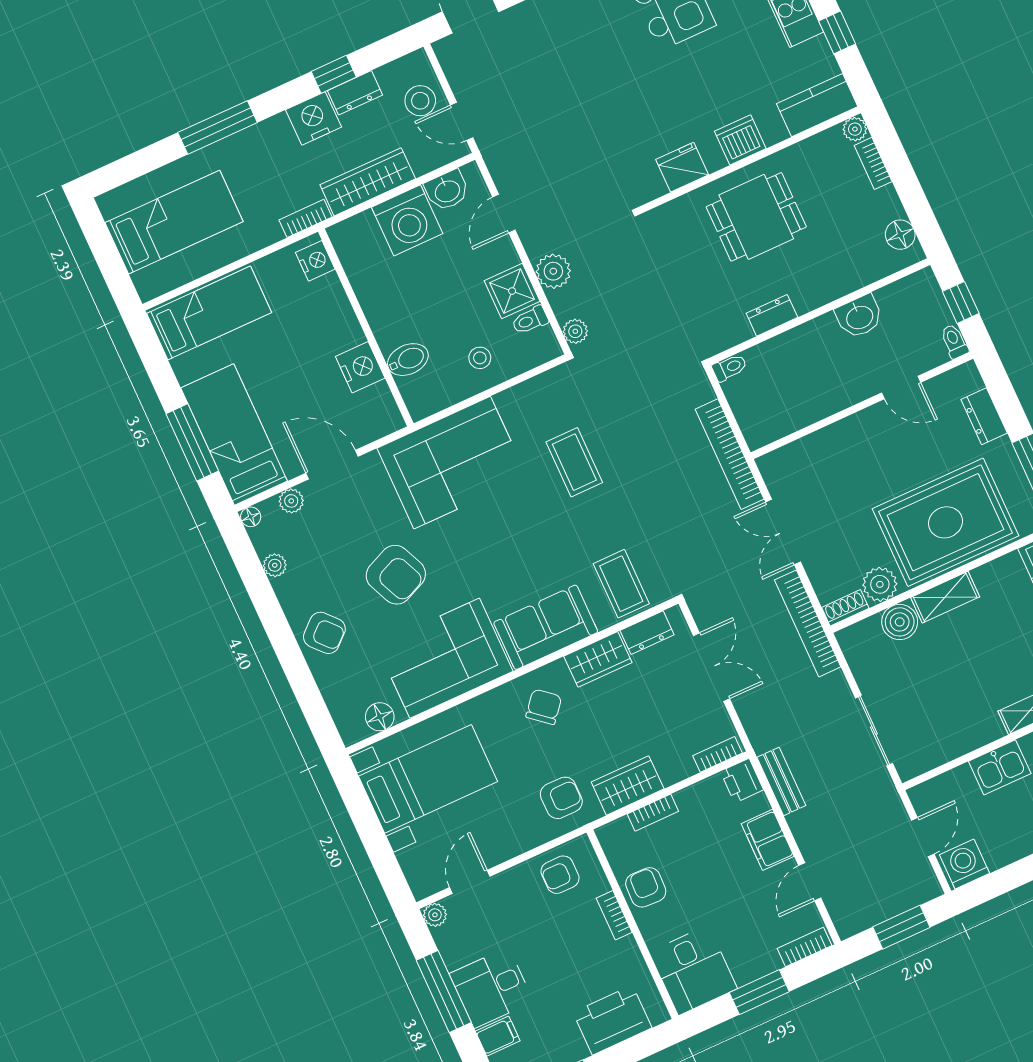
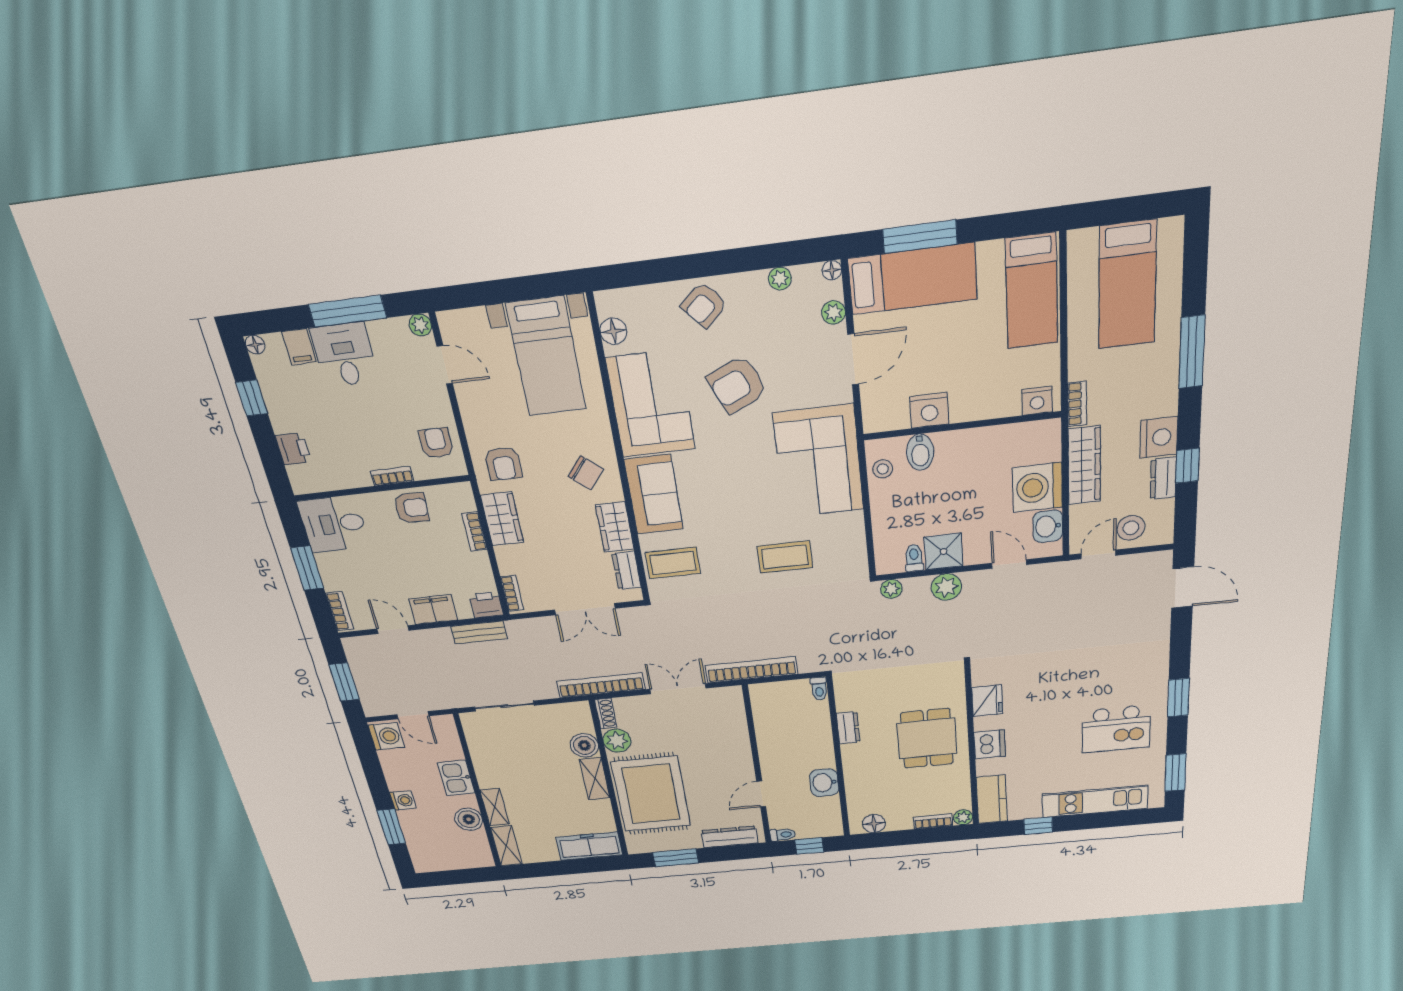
stool: (480, 358) -> (883, 469), moved
dresser: (984, 416) -> (730, 837), width x1.44
printer: (612, 1020) -> (293, 449), width x0.53, depth x0.68

